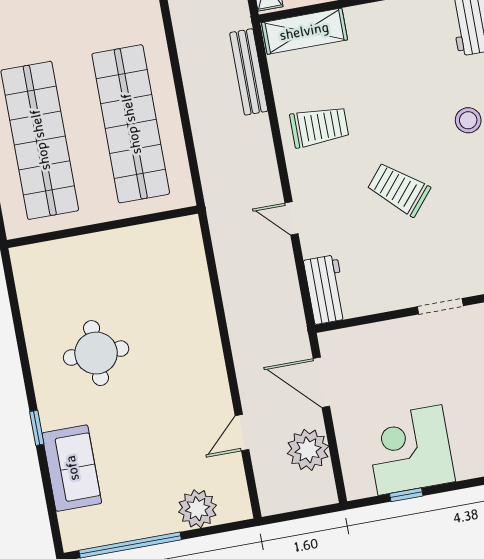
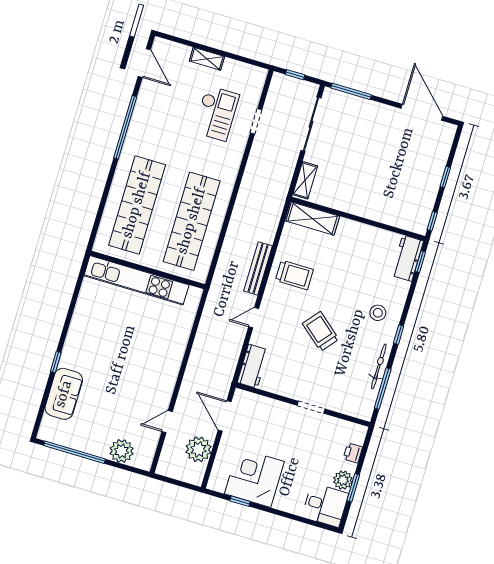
bench: (249, 72) -> (258, 268), moved
door: (292, 218) -> (254, 318), hinge flipped
kitchen unit: (94, 250) -> (136, 280), added
round table: (96, 353) -> (109, 337), removed

